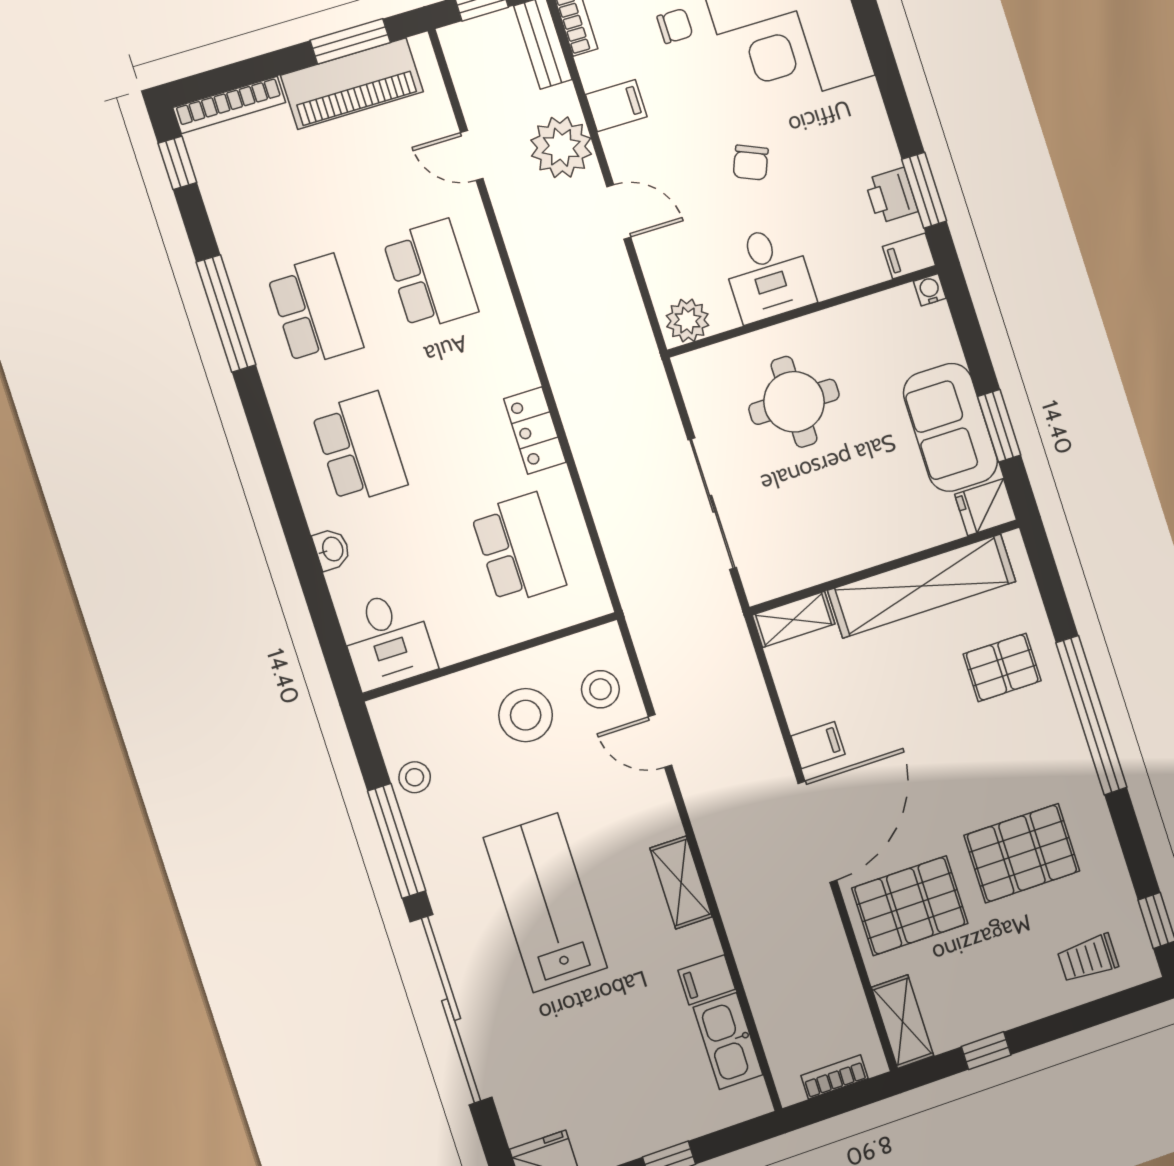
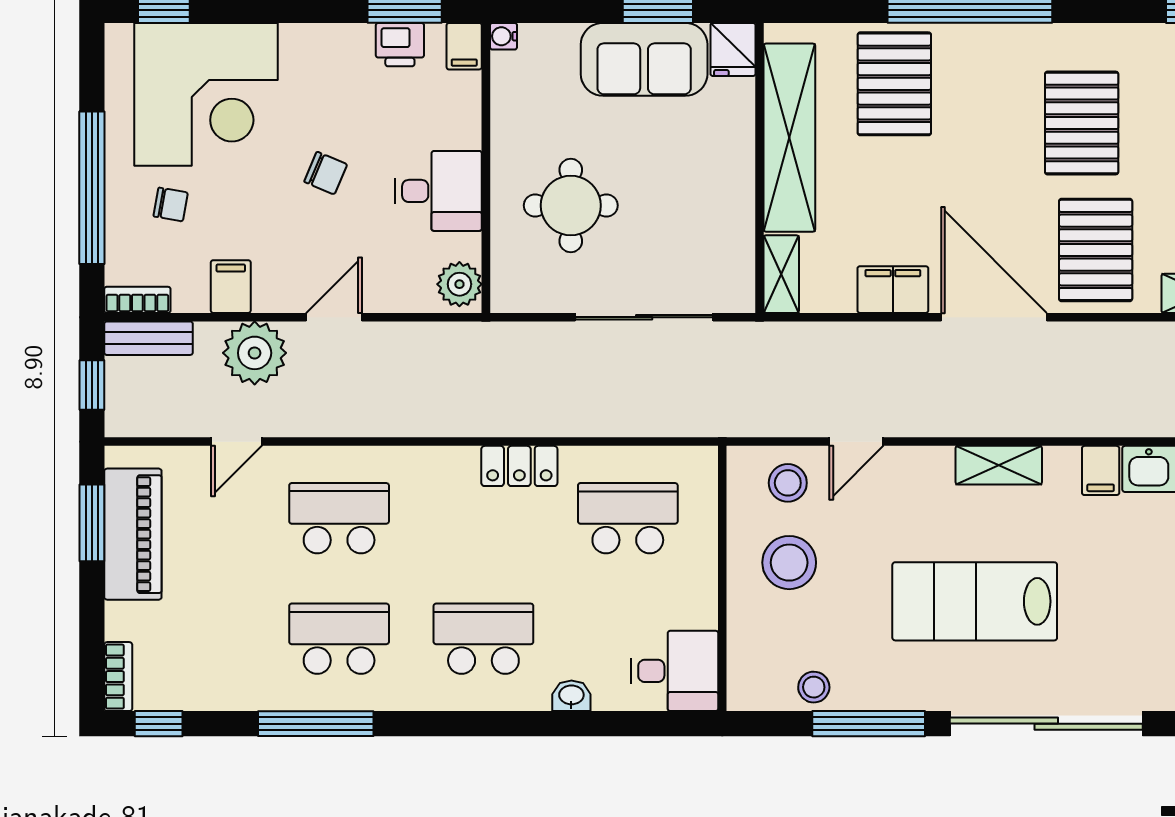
chair: (675, 26) -> (171, 204), turned 100
bookcase: (229, 105) -> (118, 677), width x0.64
pallet: (1002, 667) -> (894, 84), width x1.50, depth x1.42
filing cabinet: (818, 745) -> (893, 290), width x2.00

